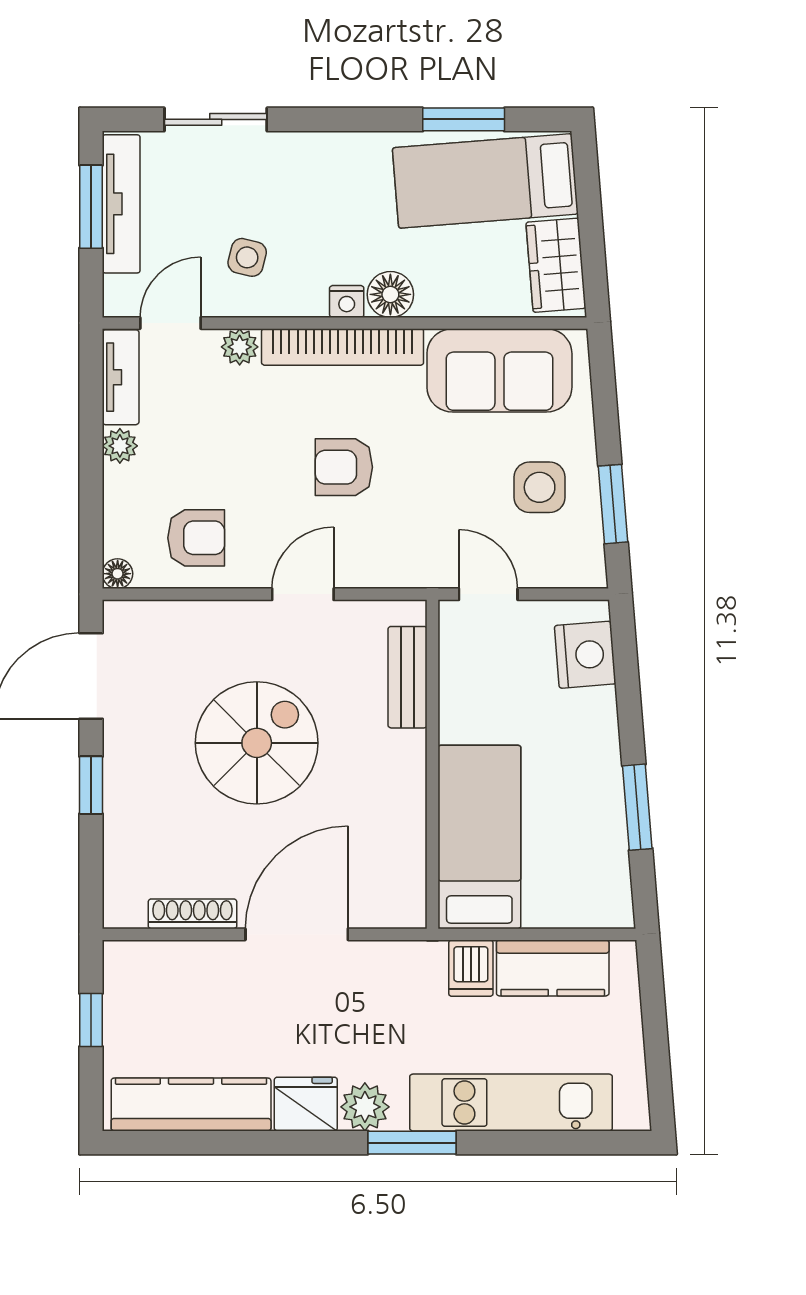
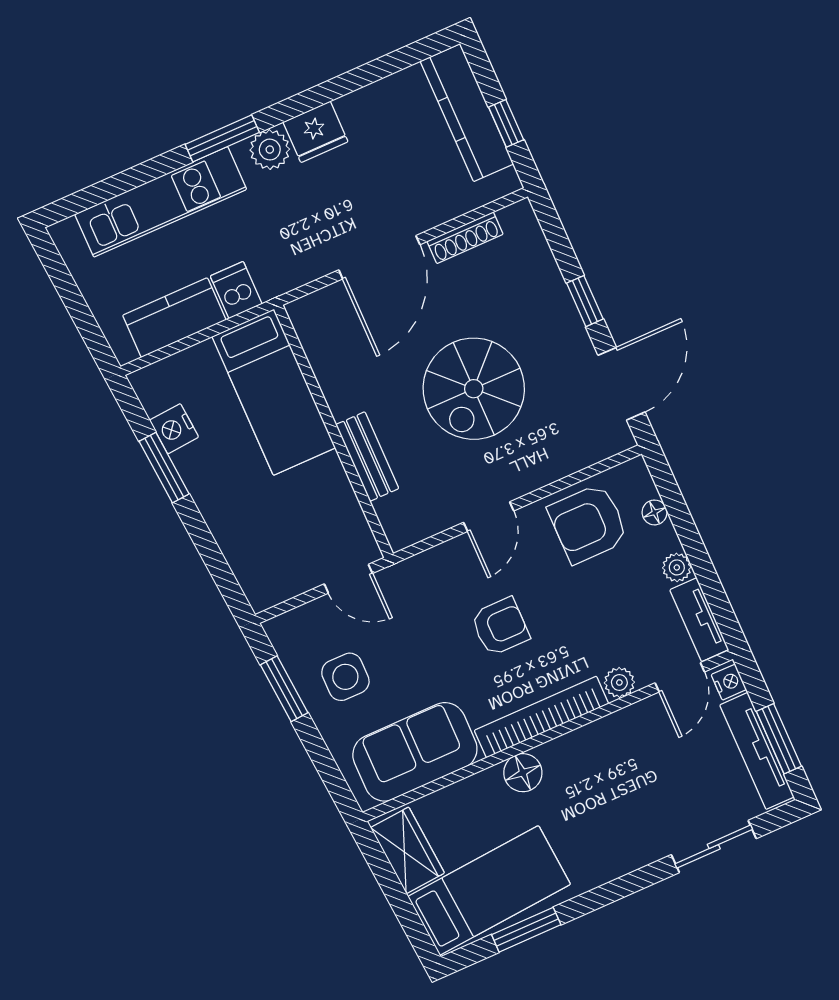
side table: (247, 257) -> (644, 753), removed
nightstand: (347, 301) -> (729, 682), moved, turned 90
armchair: (196, 538) -> (588, 523), width x1.38, depth x1.38
floor lamp: (118, 574) -> (655, 512), moved
nightstand: (585, 655) -> (174, 429), moved, width x0.74, depth x0.75
bench: (408, 677) -> (367, 457), moved
kitchen counter: (191, 1104) -> (467, 113), moved, turned 90

